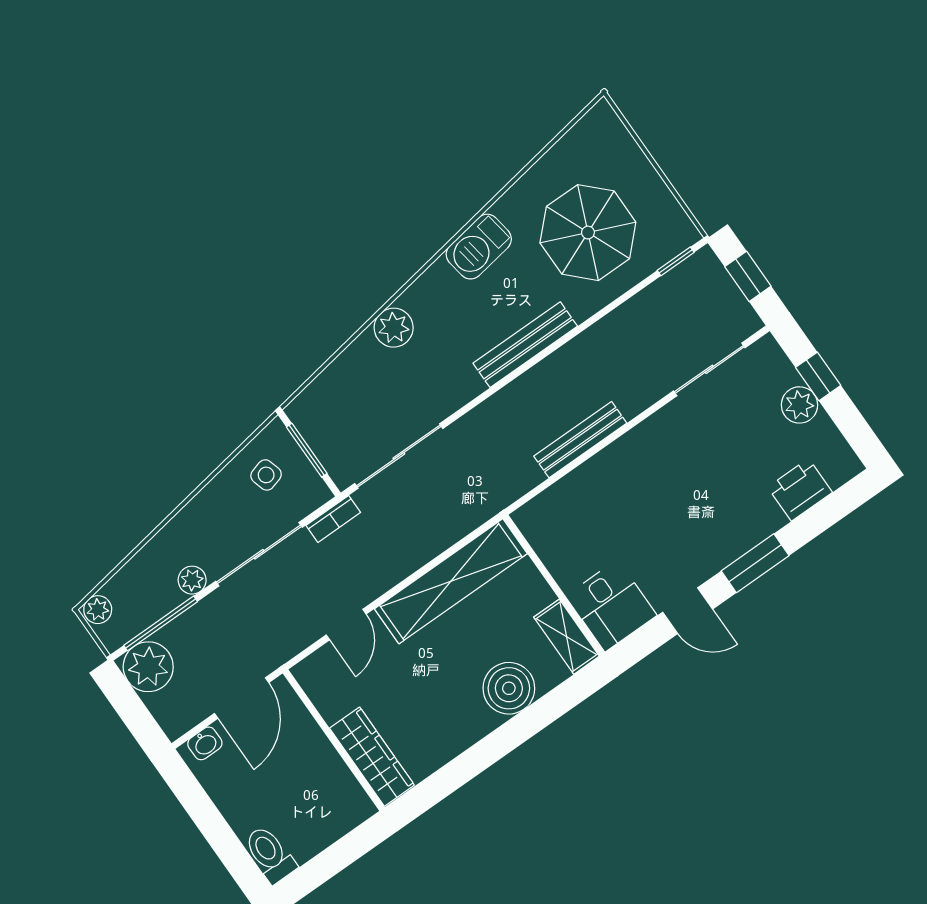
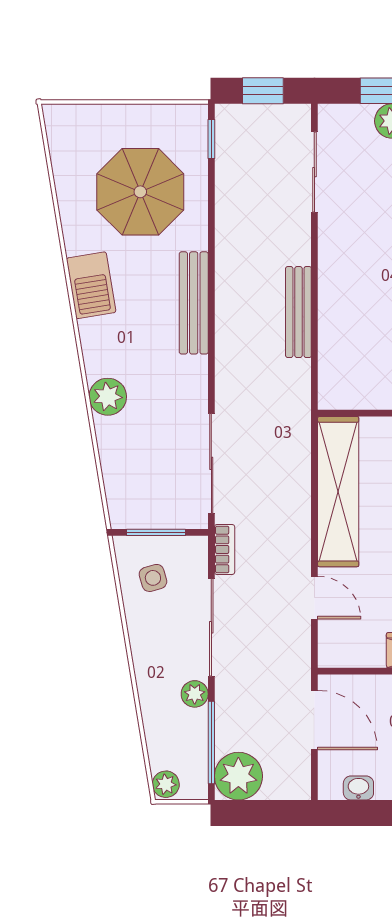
washbasin: (205, 743) -> (358, 788), moved, turned -90

